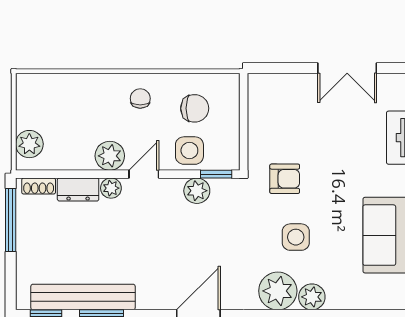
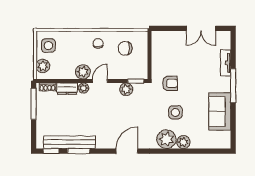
chair: (195, 108) -> (125, 48), turned 180
side table: (189, 151) -> (48, 46), moved

